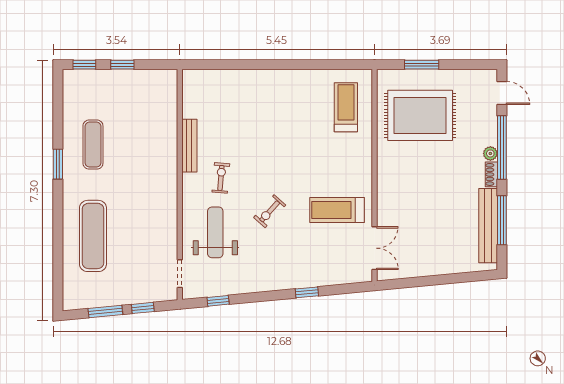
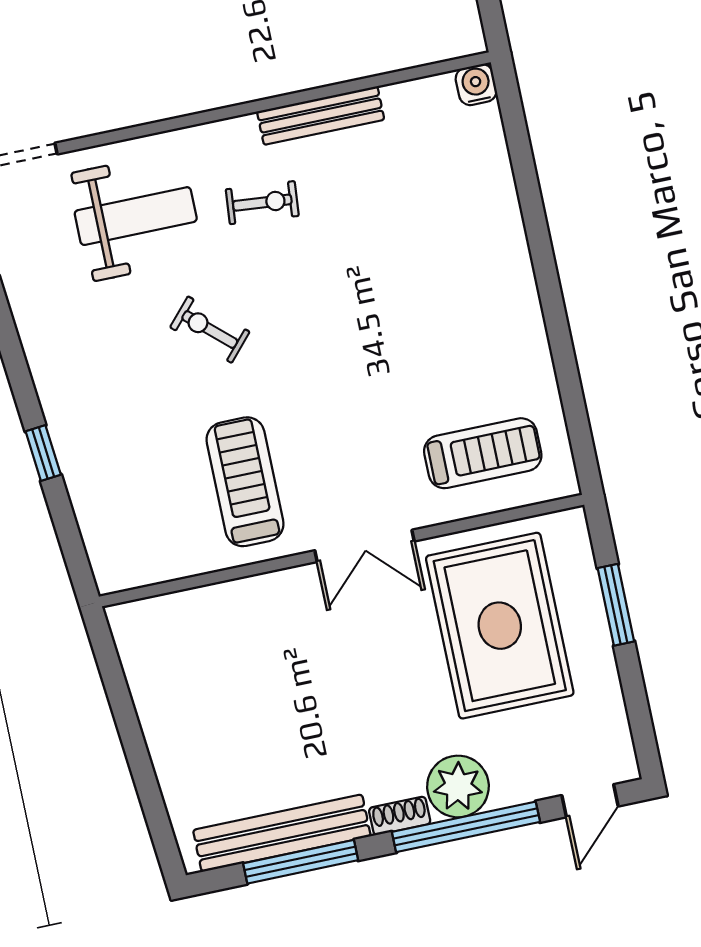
water cooler: (190, 77) -> (476, 85), added
plant: (490, 153) -> (458, 786), width x1.88, depth x1.88
double door: (374, 248) -> (365, 546), moved

